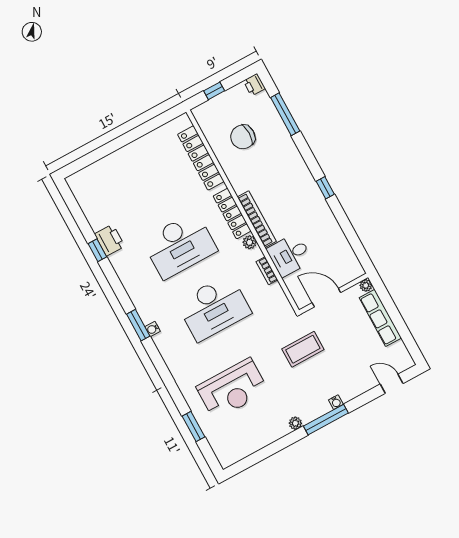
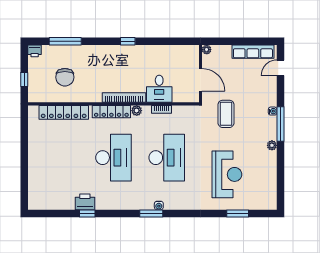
door: (326, 298) -> (200, 80), swing flipped
row of seats: (380, 318) -> (253, 52), moved

